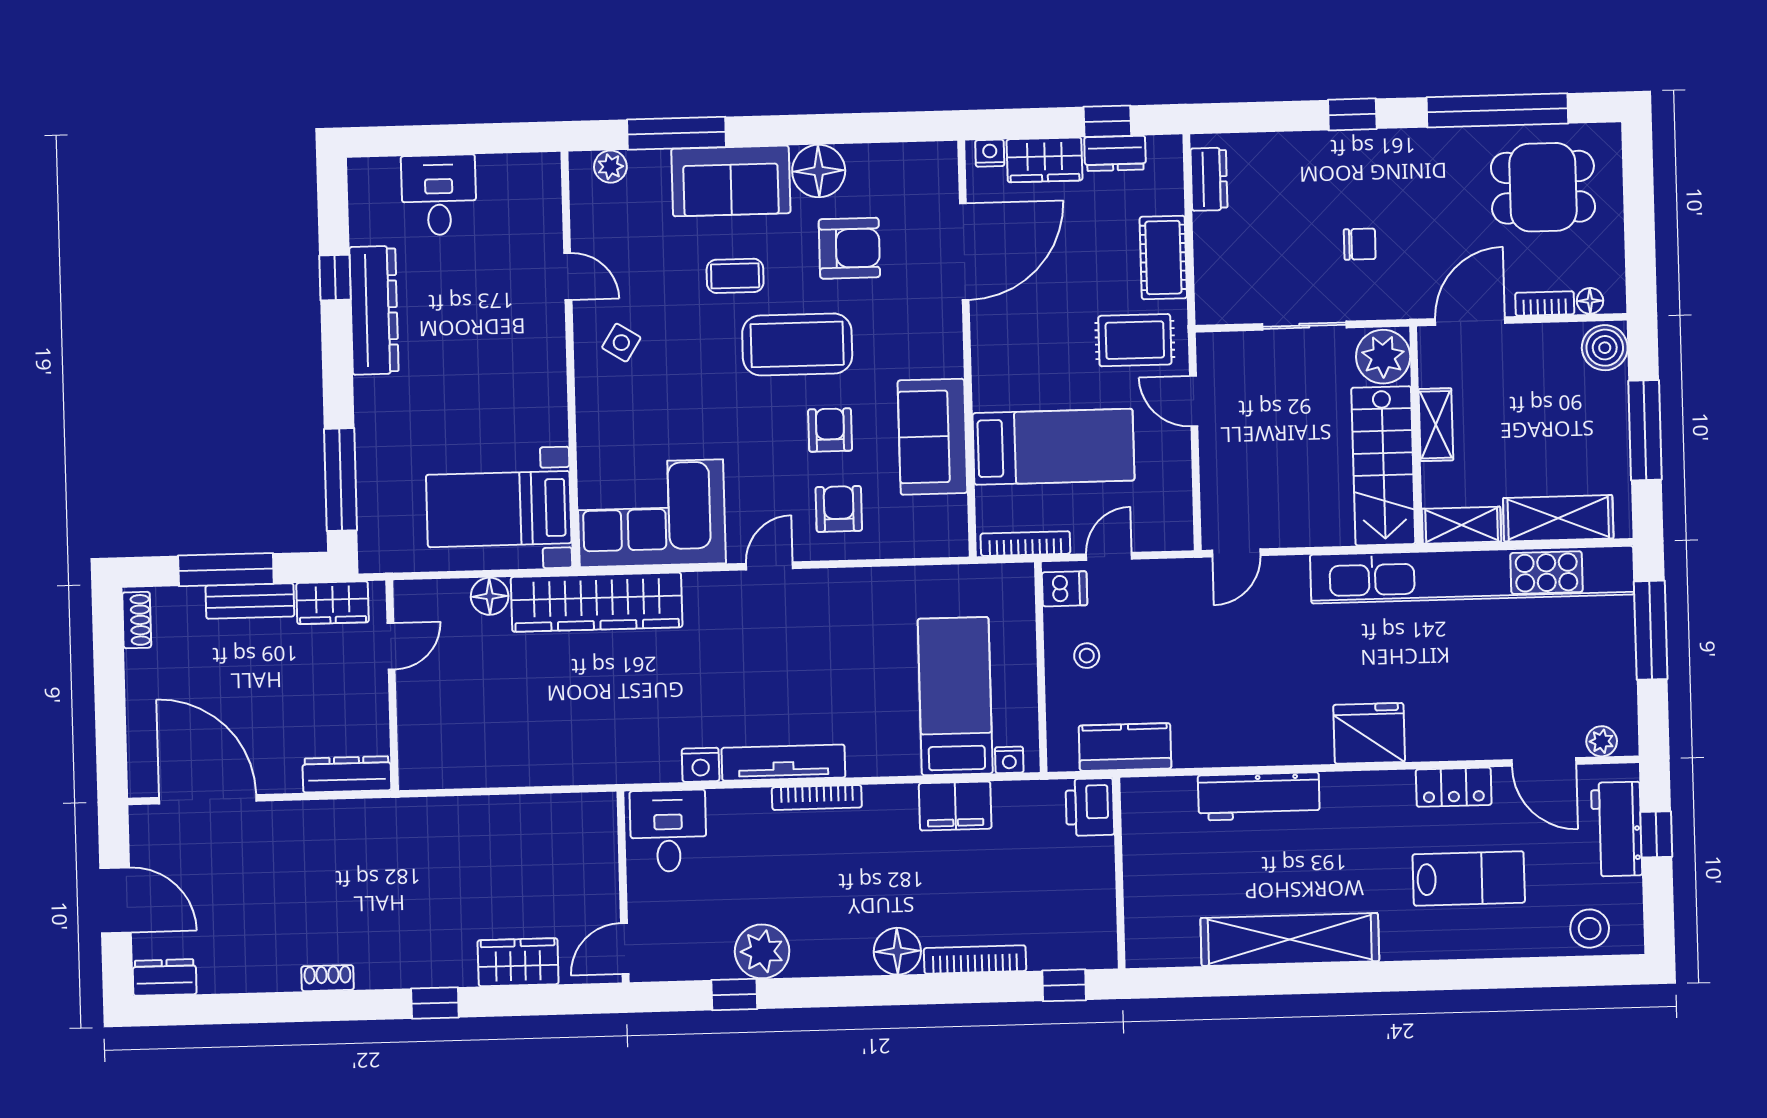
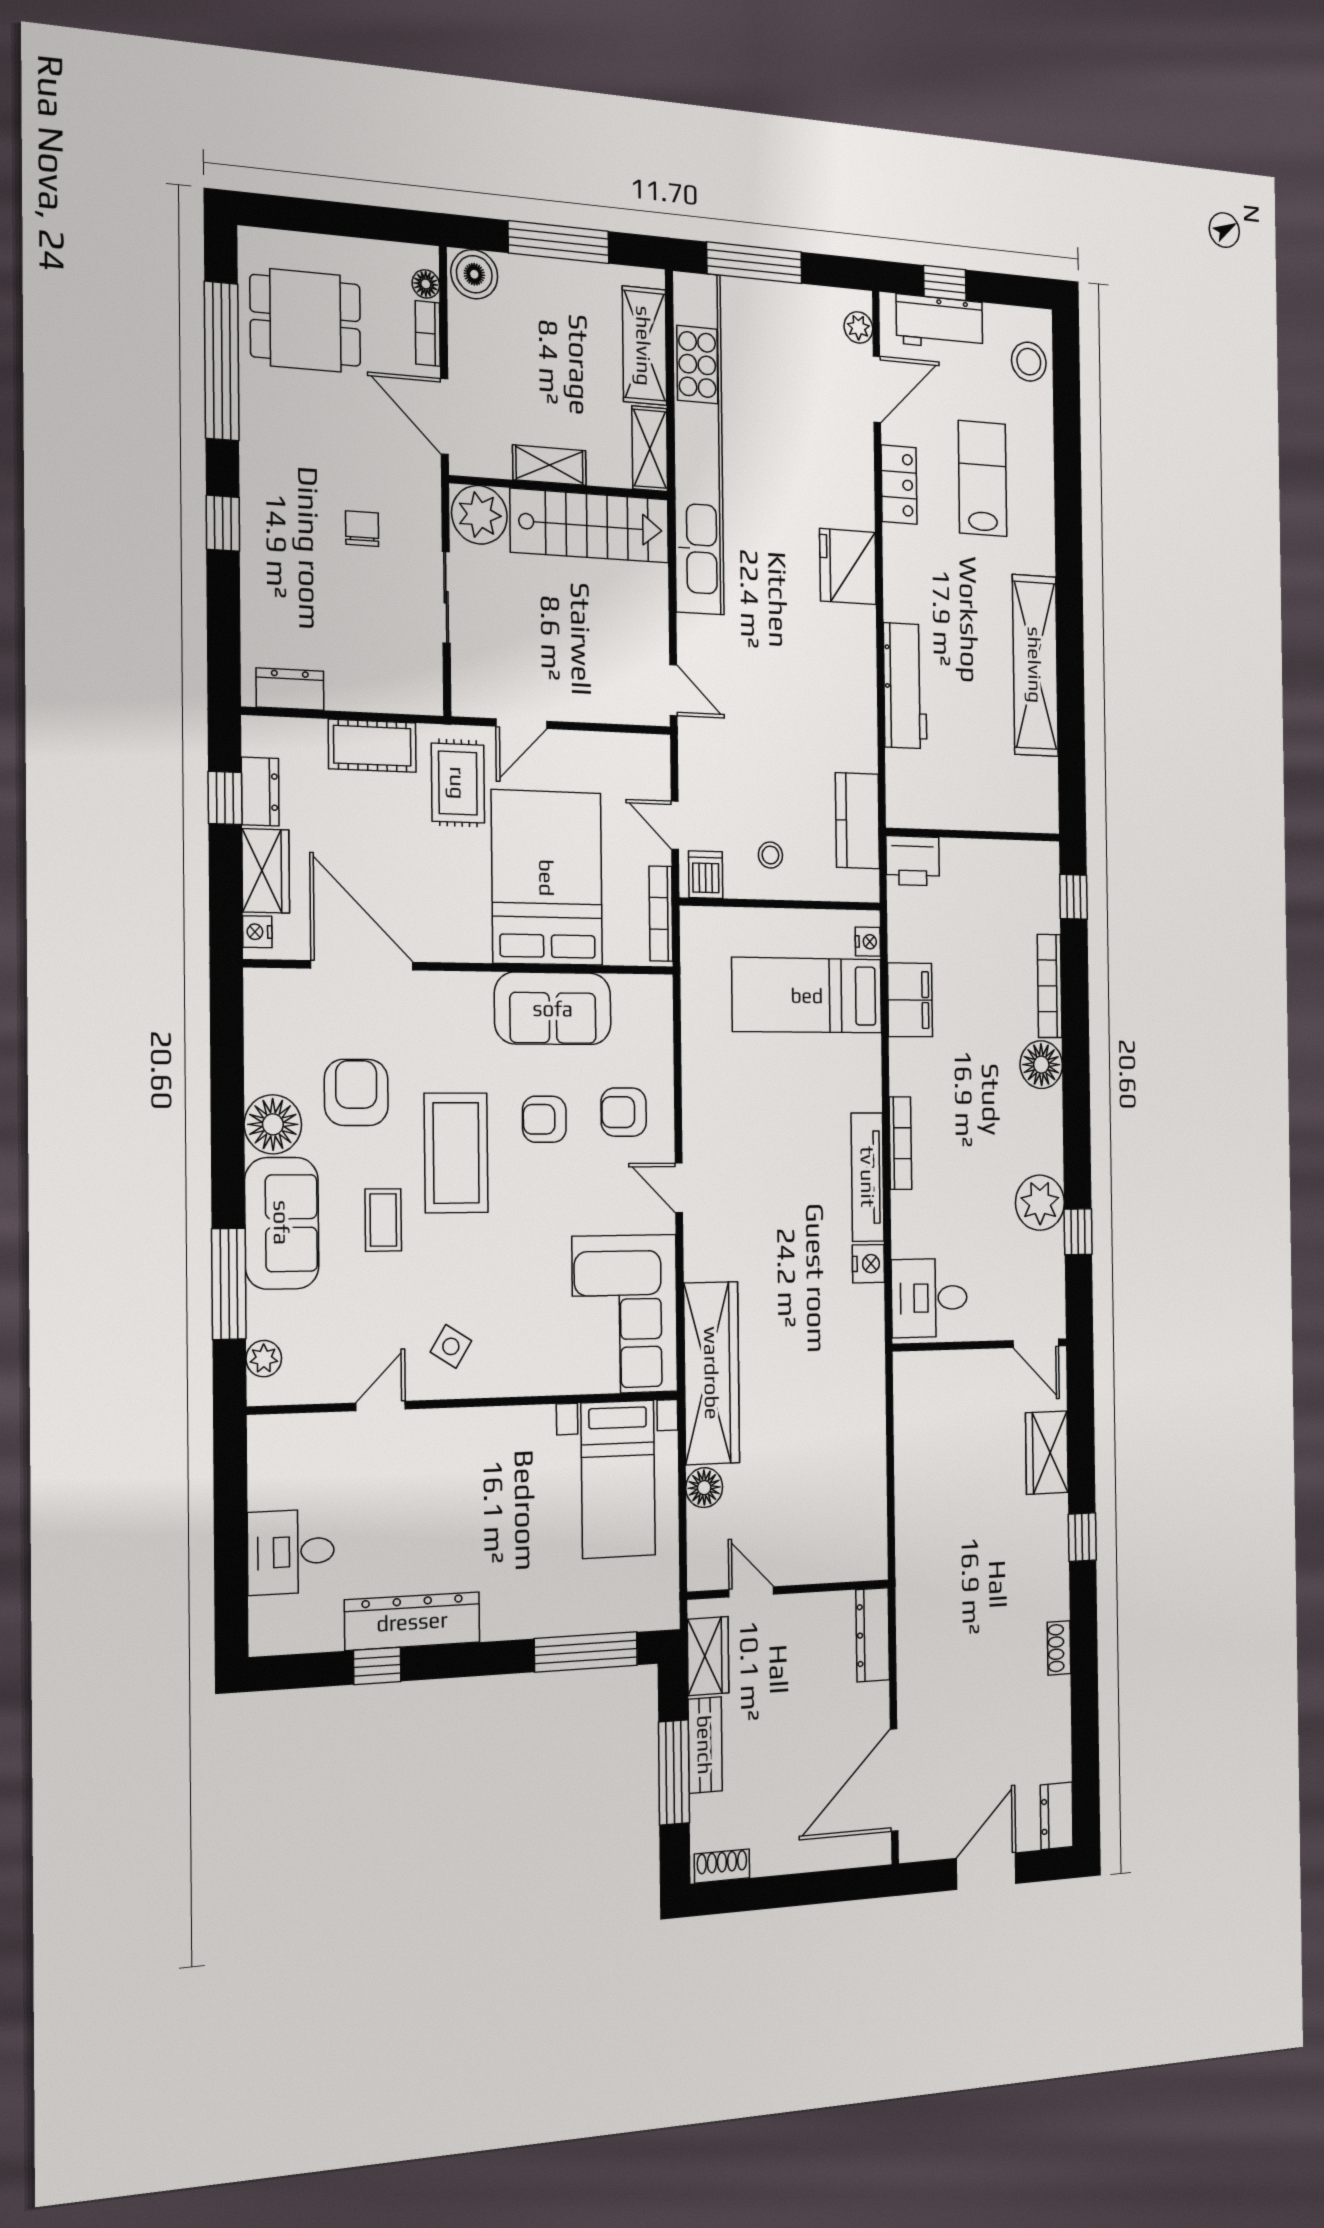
dining table: (1543, 187) -> (305, 320), turned 90
bed: (1053, 447) -> (547, 878), width x1.50

